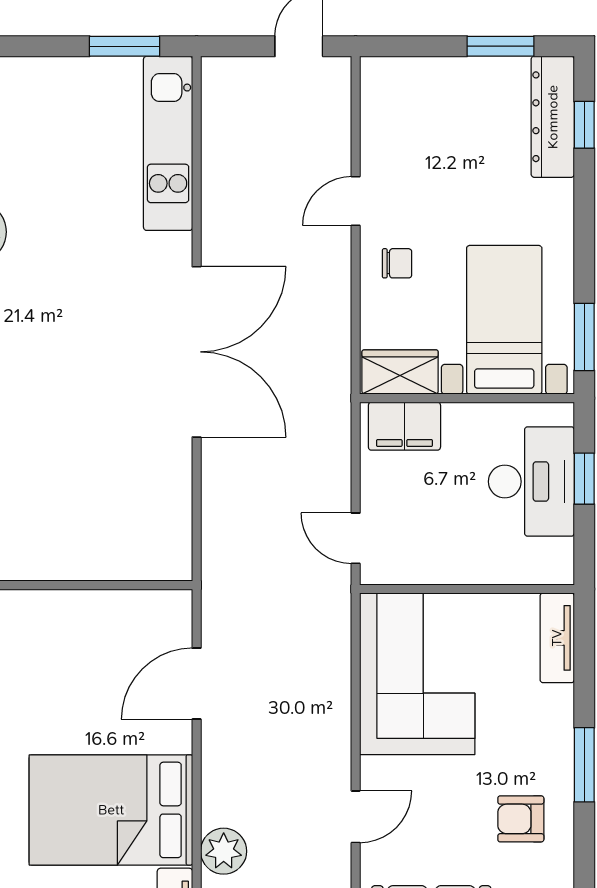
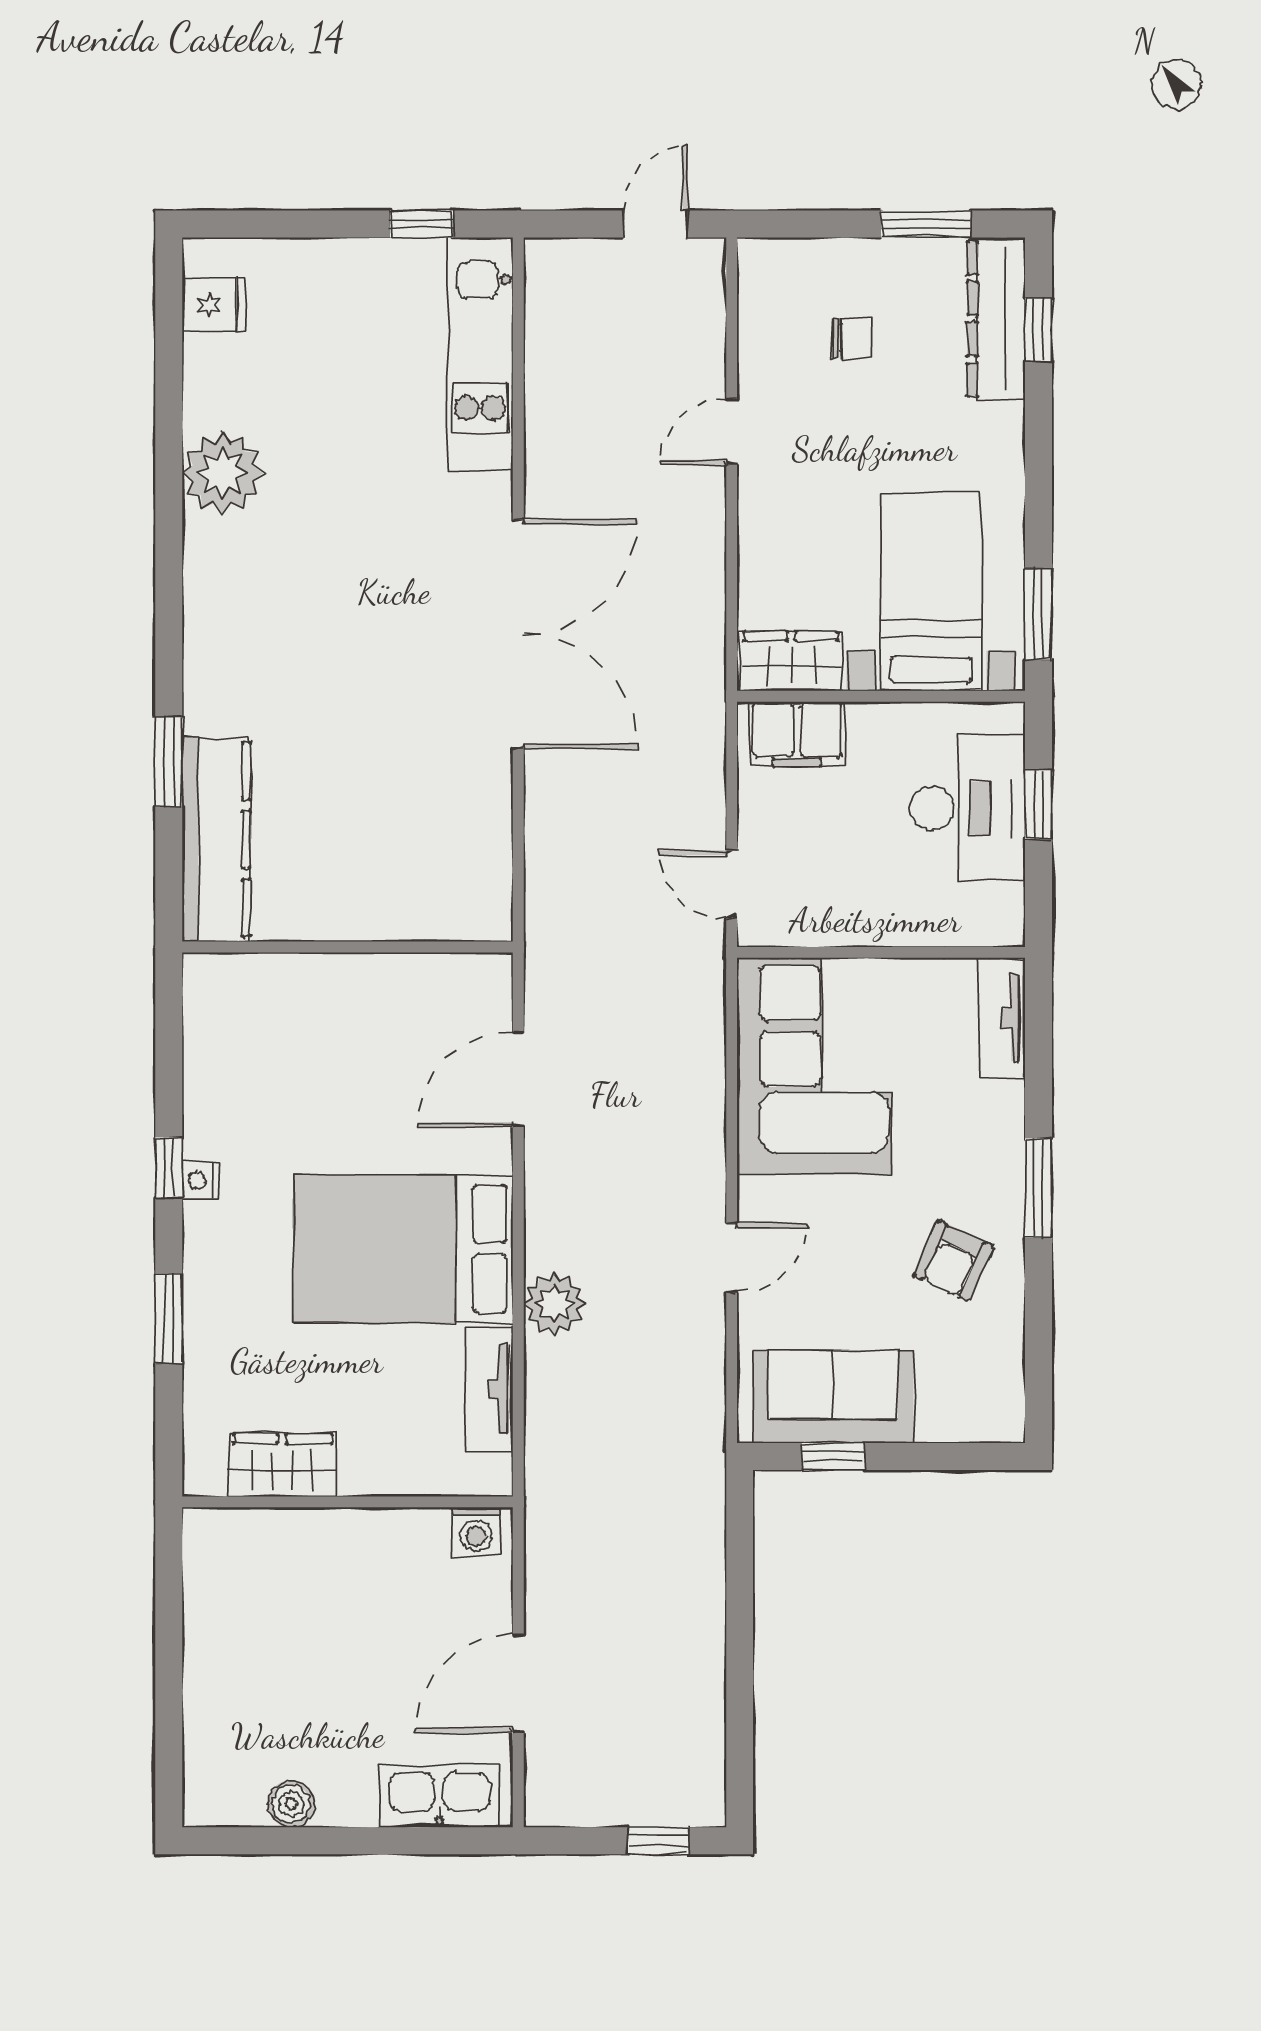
window: (125, 46) -> (422, 224), width x0.67
chair: (397, 263) -> (853, 338), moved
armchair: (521, 819) -> (953, 1261), turned -65

